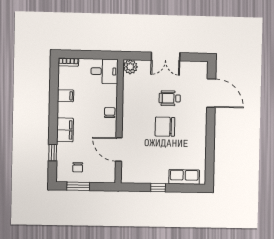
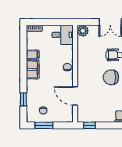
filing cabinet: (65, 130) -> (33, 69), moved
window: (158, 188) -> (89, 125), moved

